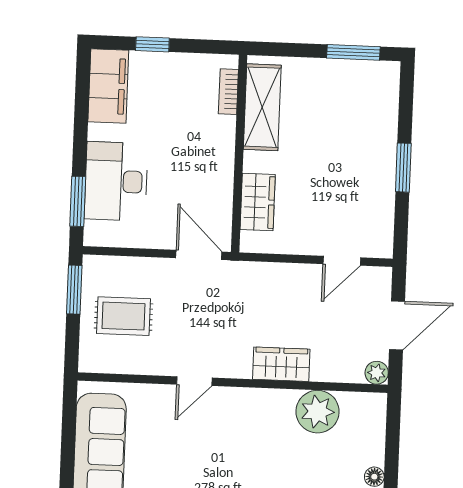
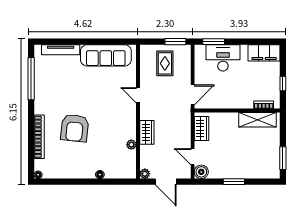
window: (152, 44) -> (283, 84), moved
wardrobe: (258, 202) -> (201, 129), moved, turned -90
boiler: (378, 242) -> (201, 172), added
plant: (318, 412) -> (131, 145), width x0.53, depth x0.53

